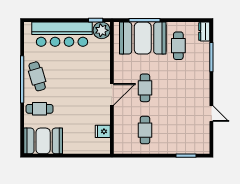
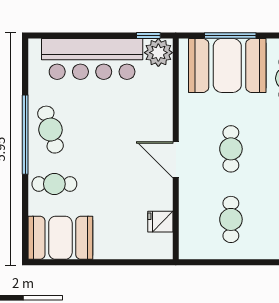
door: (112, 94) -> (176, 160), swing flipped

